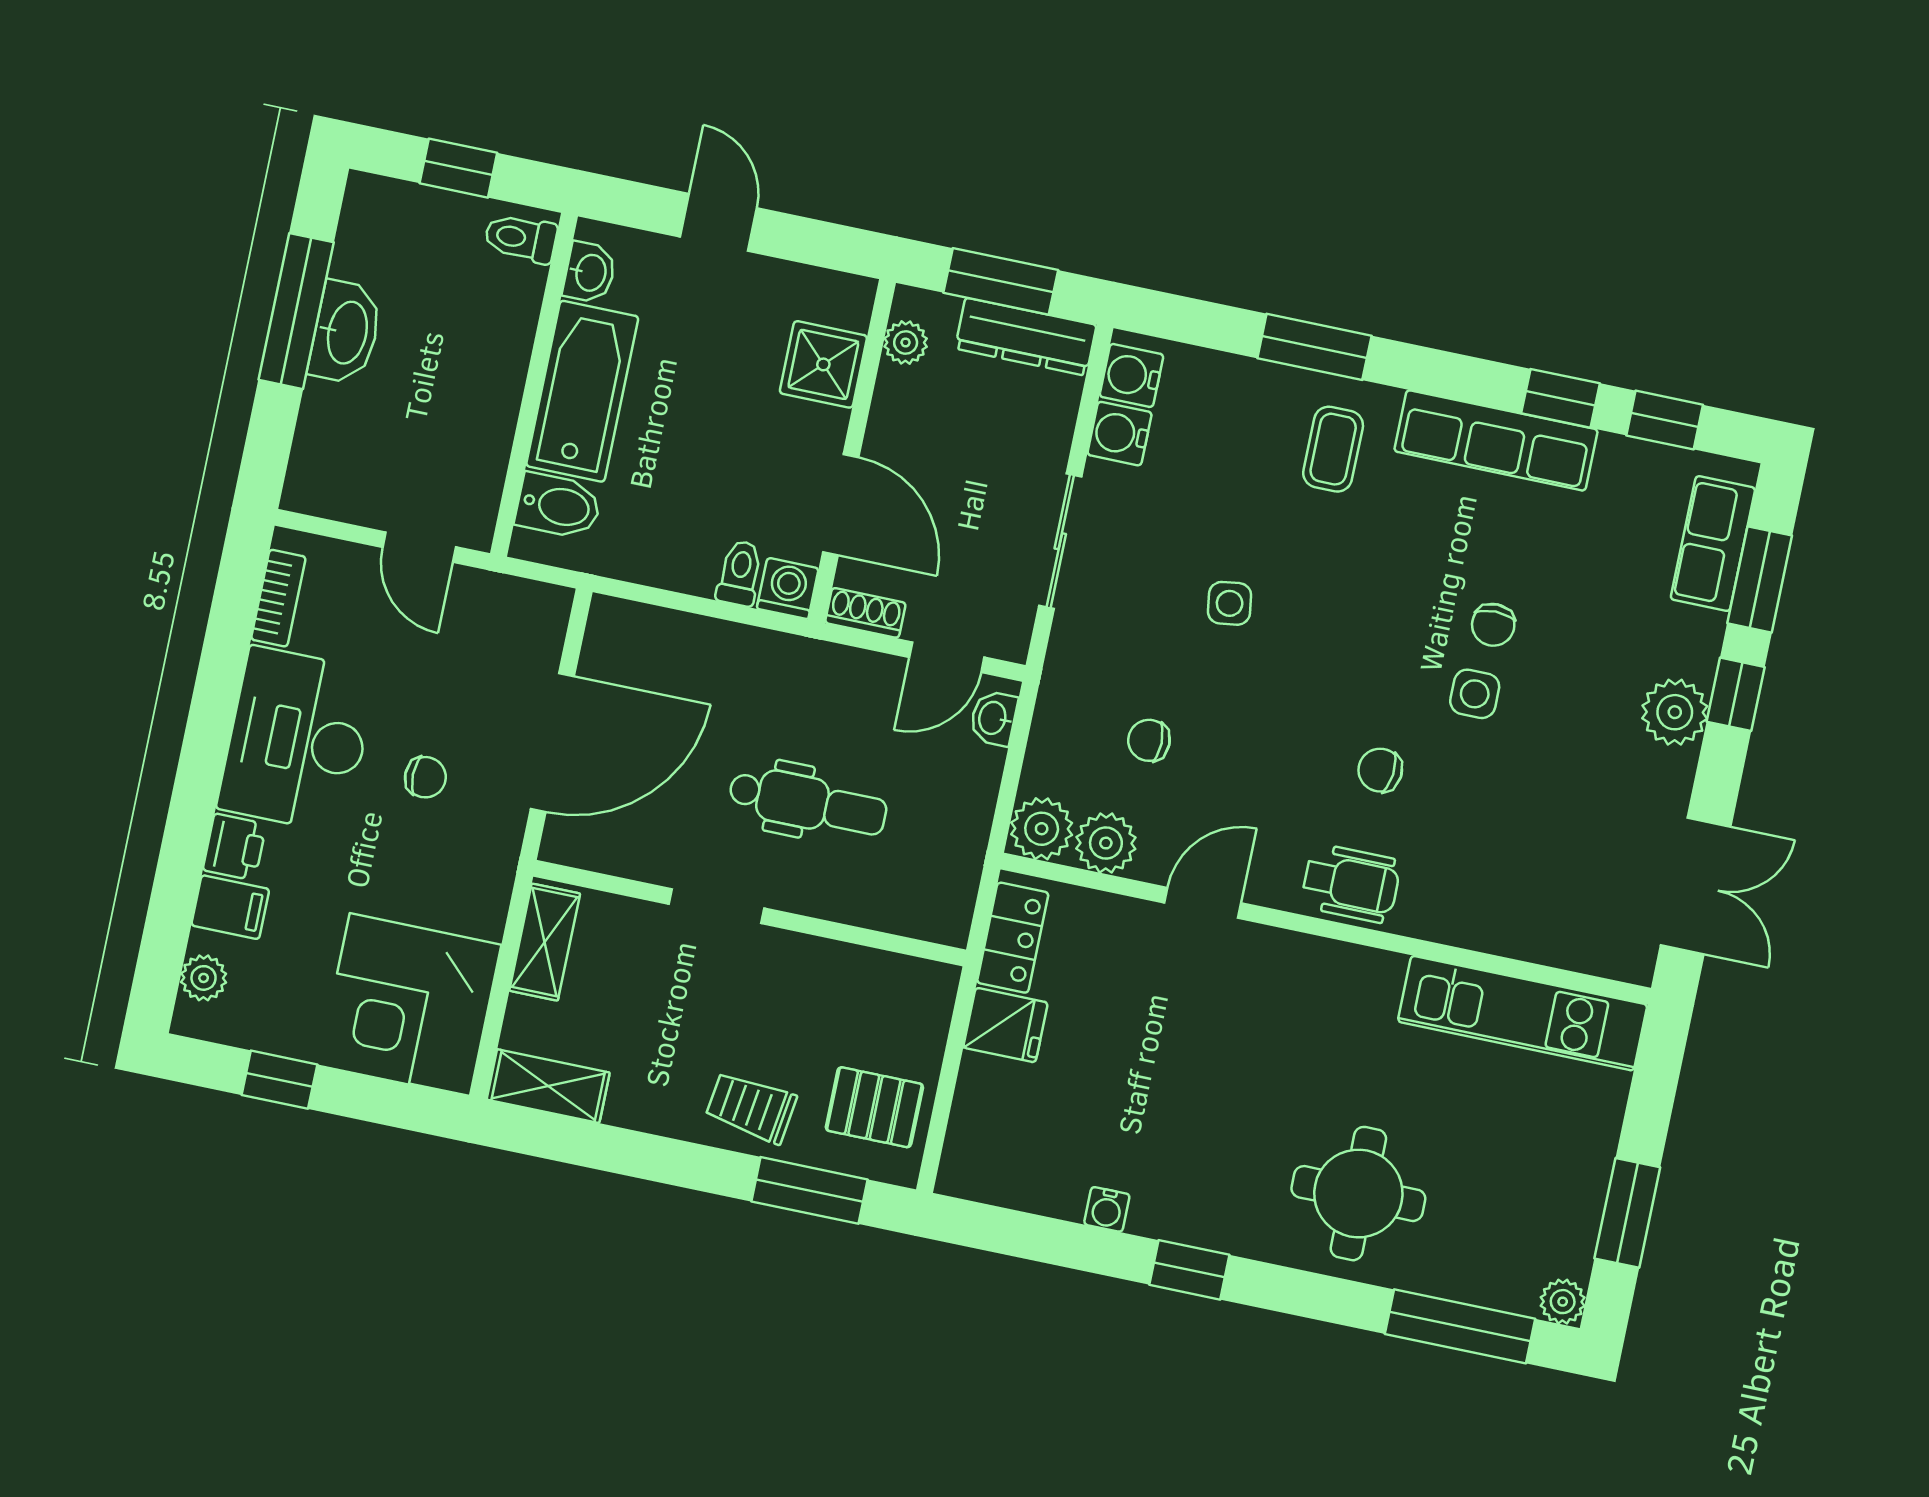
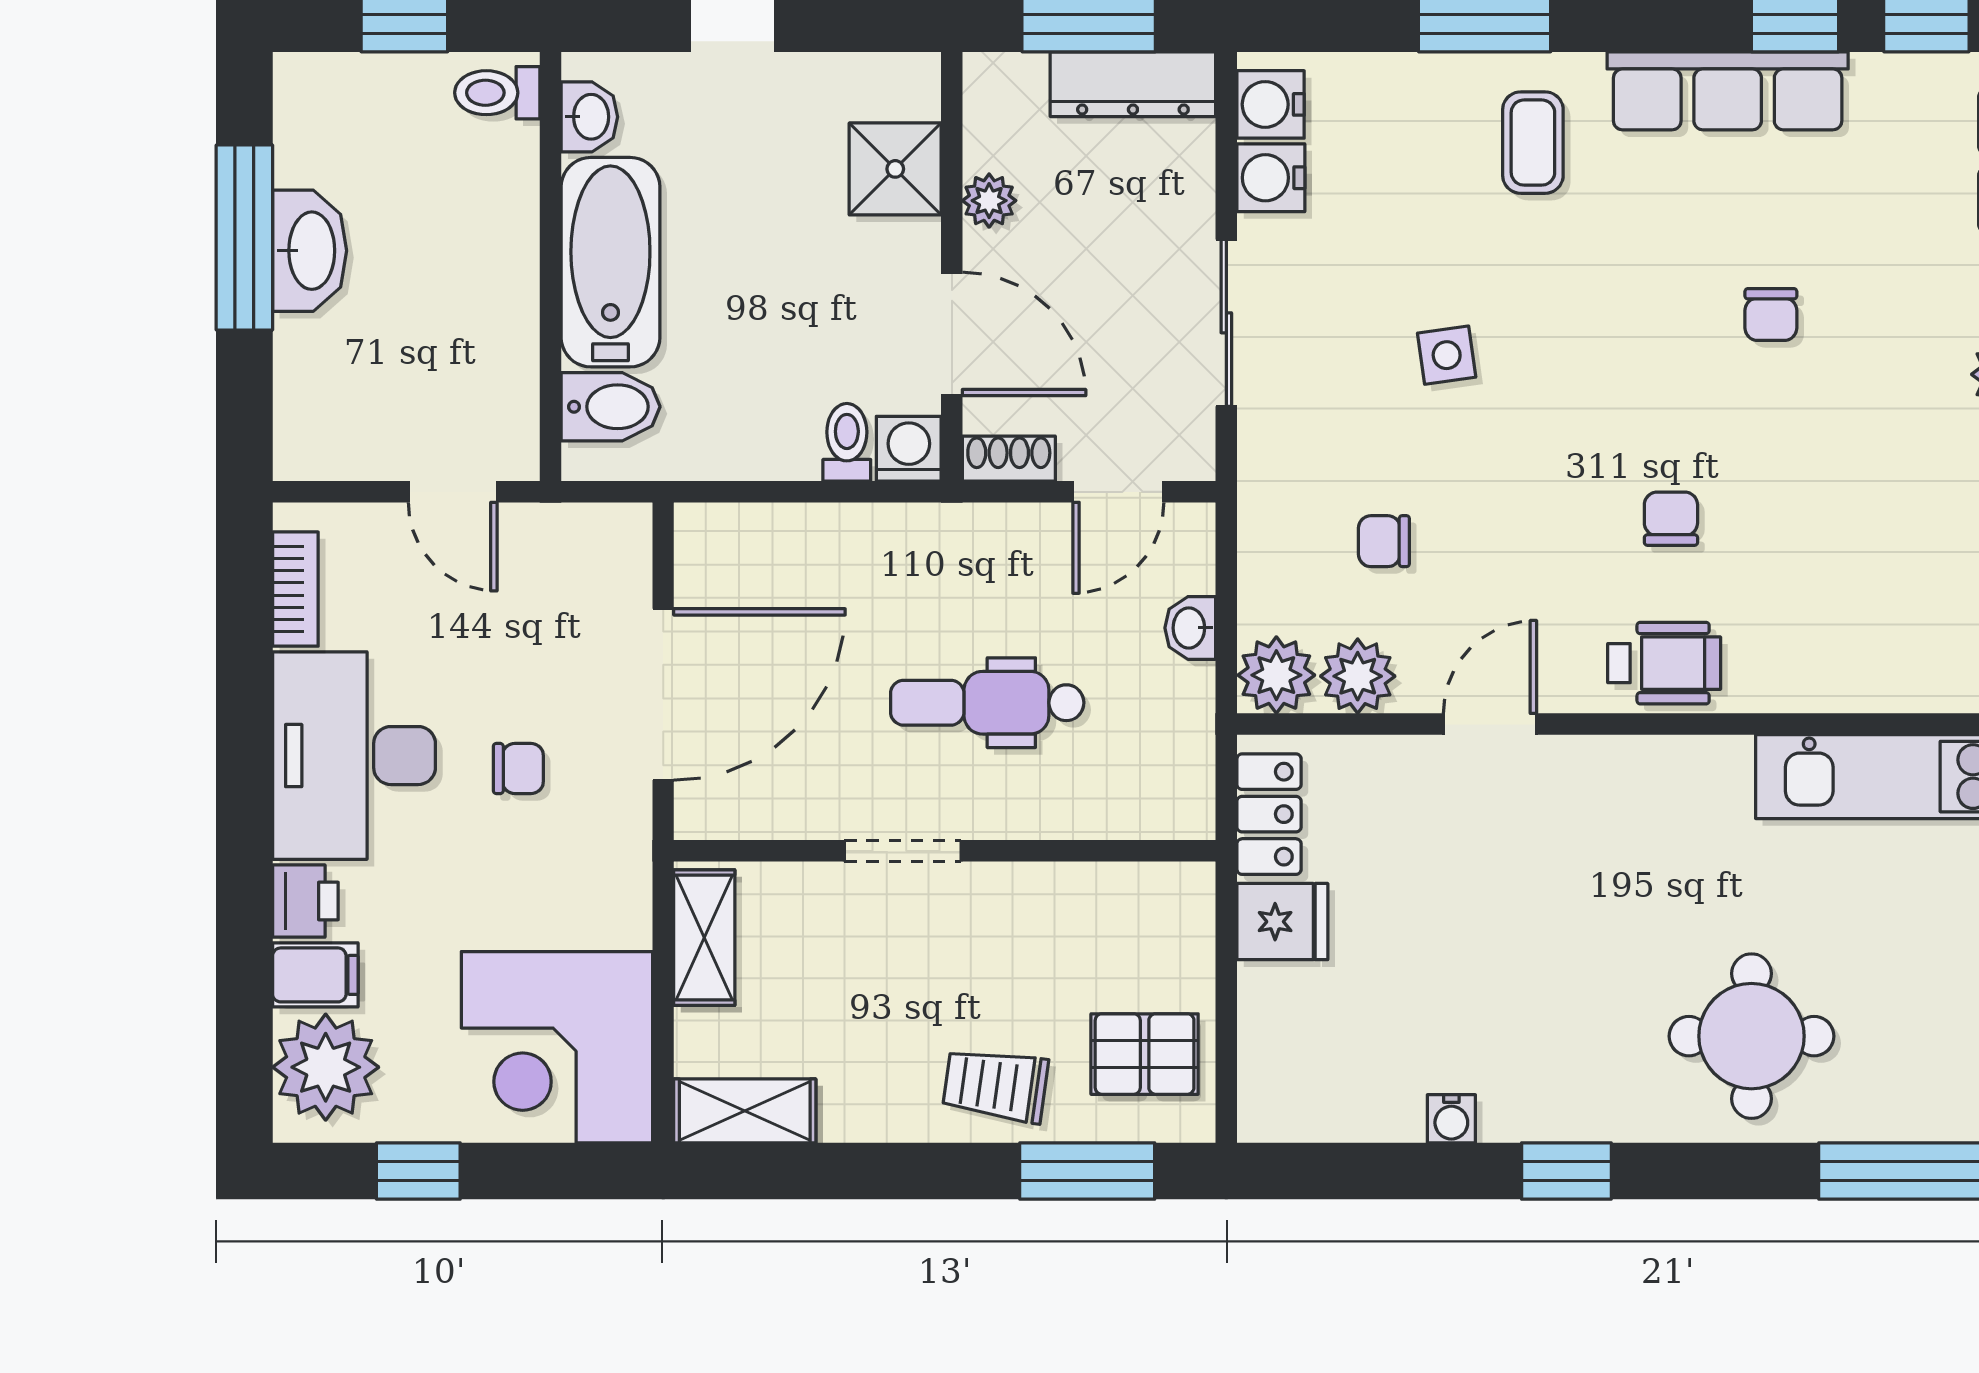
plant: (906, 343) -> (989, 201), moved
side table: (1475, 694) -> (1766, 403), removed
washbasin: (994, 718) -> (1190, 628), moved
chair: (1380, 770) -> (1671, 519), turned 84
dental chair: (808, 803) -> (987, 703), turned 180
plant: (204, 978) -> (326, 1067), width x1.88, depth x1.88

